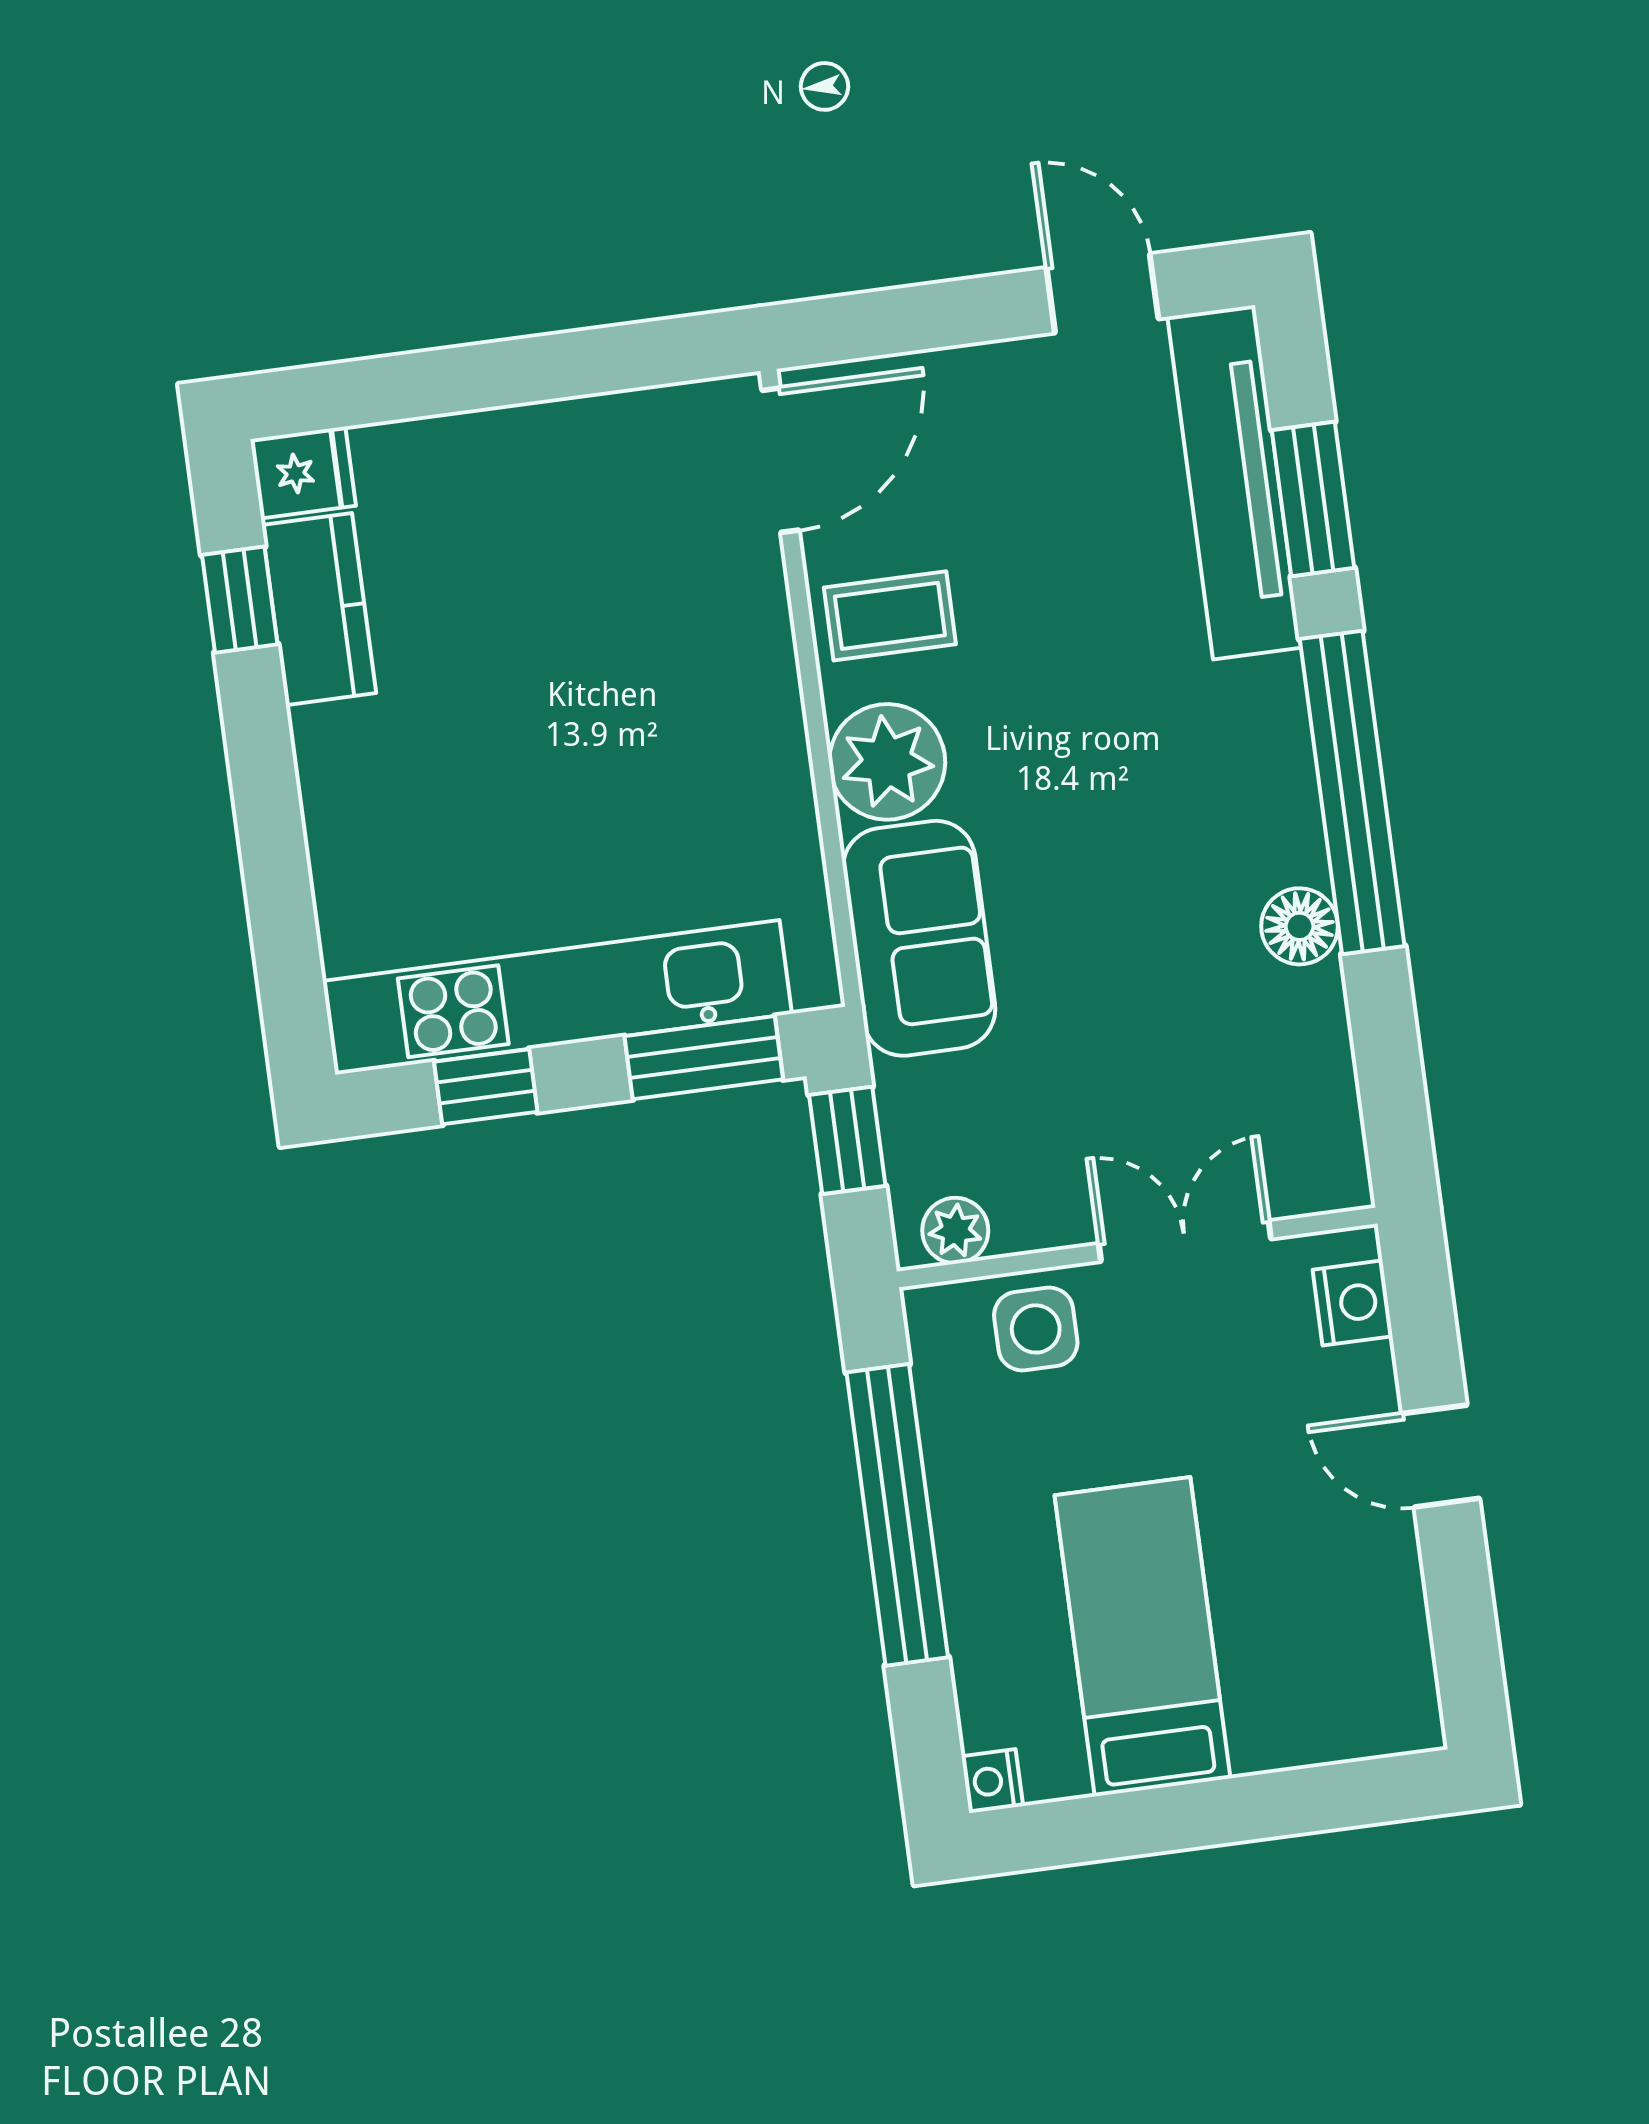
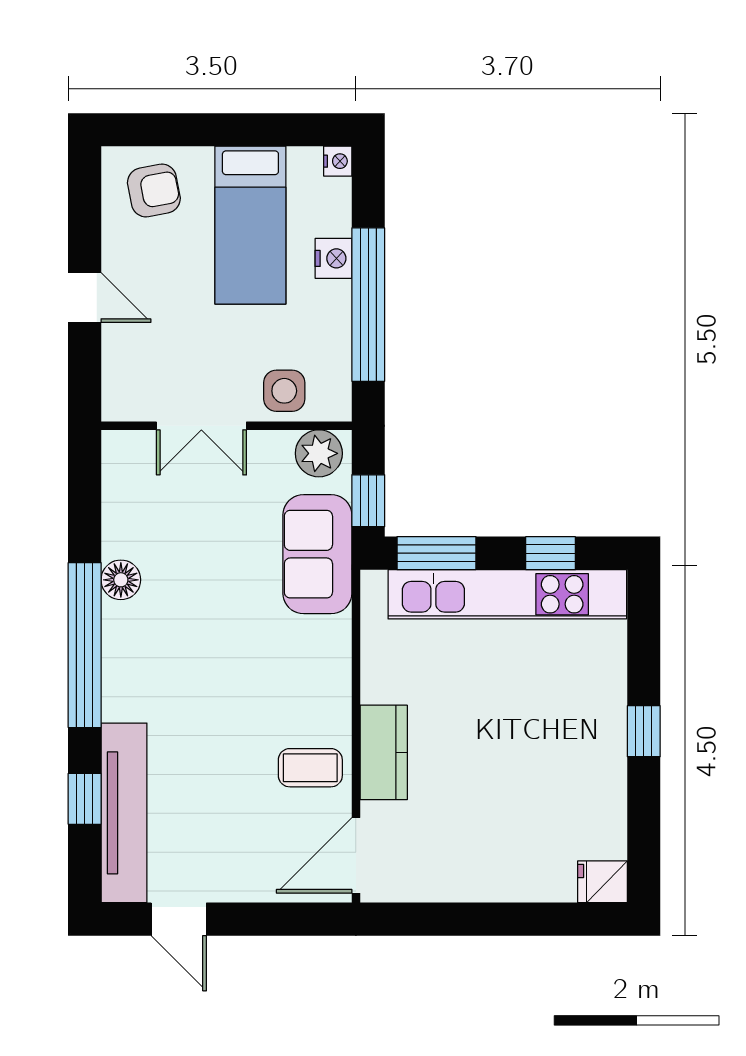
window: (1313, 499) -> (85, 799), width x0.67
window: (240, 600) -> (644, 731), moved
kitchen counter: (319, 609) -> (384, 752), moved, turned 180
plant: (887, 762) -> (322, 693), removed
sofa: (919, 938) -> (317, 554), moved
plant: (955, 1231) -> (319, 453), width x1.38, depth x1.38
nightstand: (1353, 1303) -> (333, 258), moved, turned 180
armchair: (1336, 1678) -> (154, 190), added

